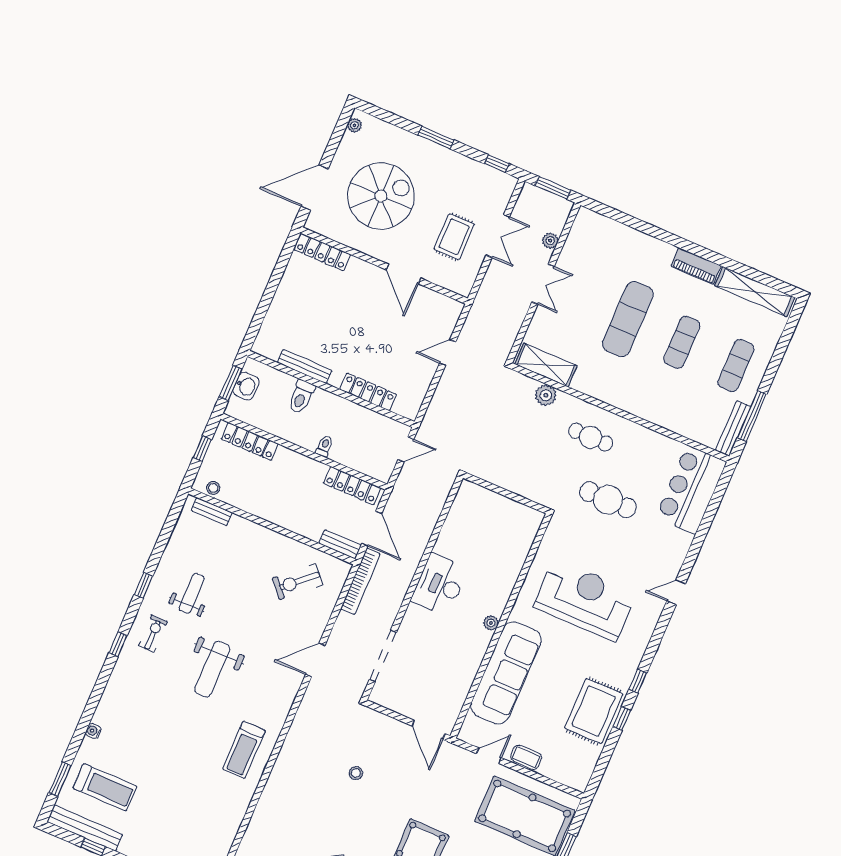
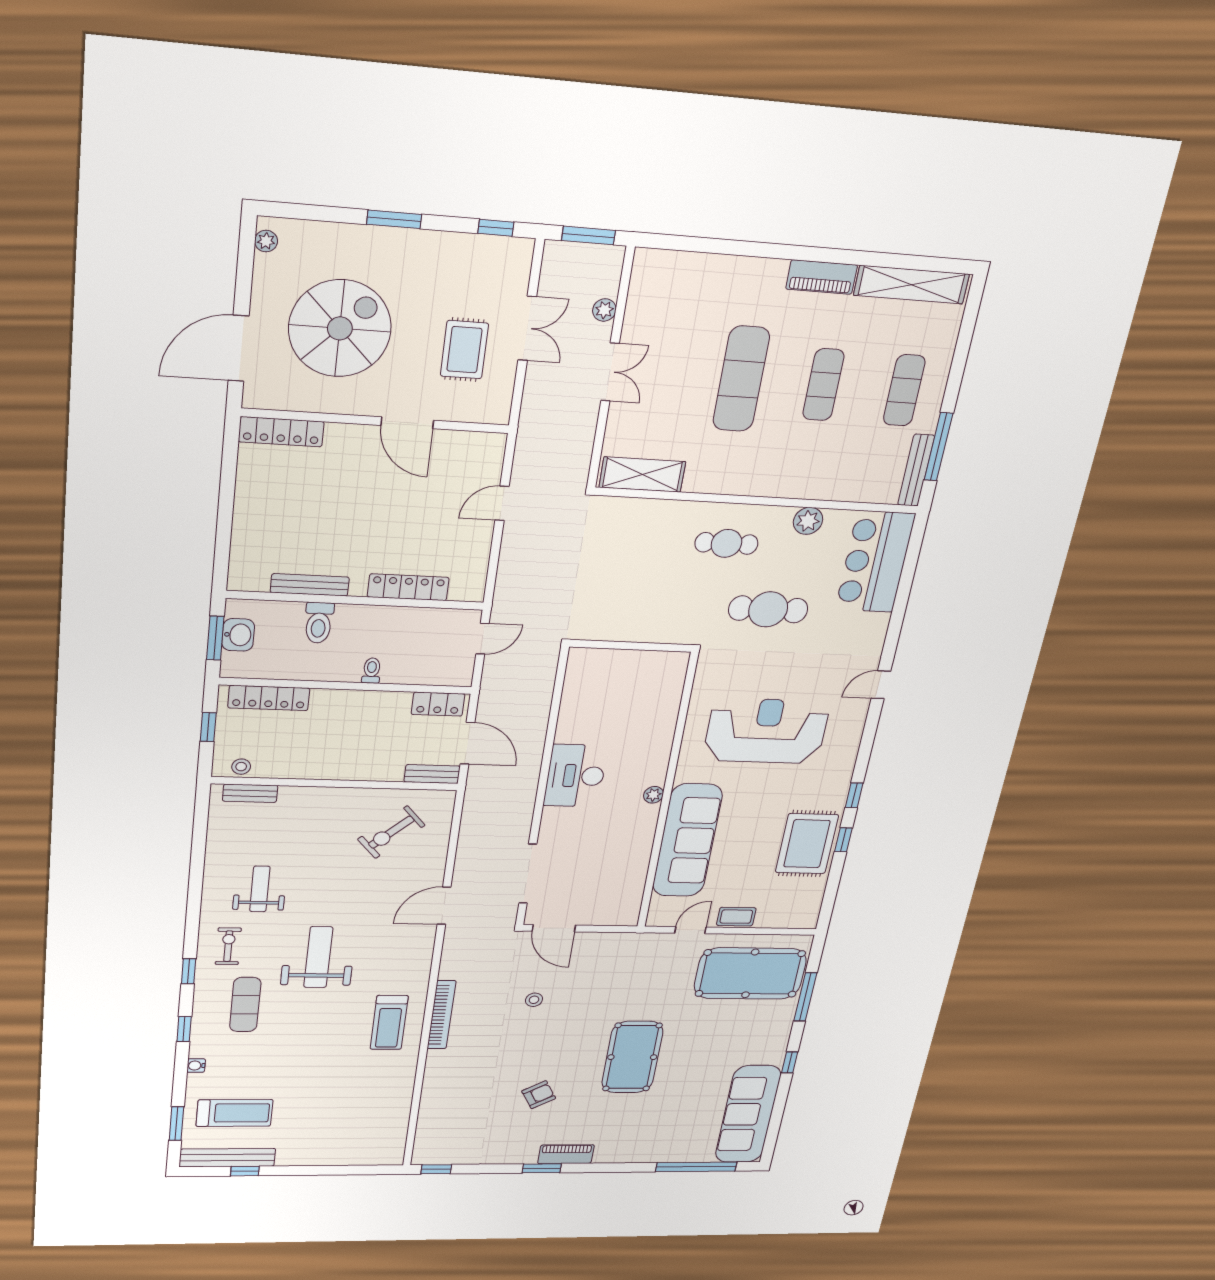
plant: (546, 395) -> (808, 521), moved
locker: (352, 486) -> (438, 704), width x0.66
bookcase: (360, 581) -> (442, 1015), moved
window: (143, 585) -> (184, 1029), moved
weight bench: (212, 669) -> (318, 957), turned 180
exercise mat: (147, 690) -> (245, 1005), added
door: (429, 730) -> (554, 928), moved

